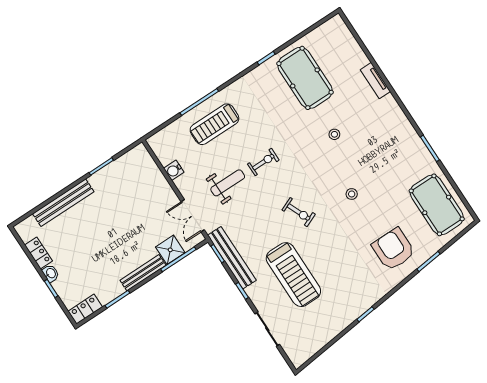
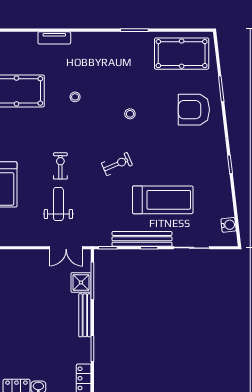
water cooler: (174, 170) -> (229, 225), moved, turned -97
bench: (232, 258) -> (142, 239), moved

